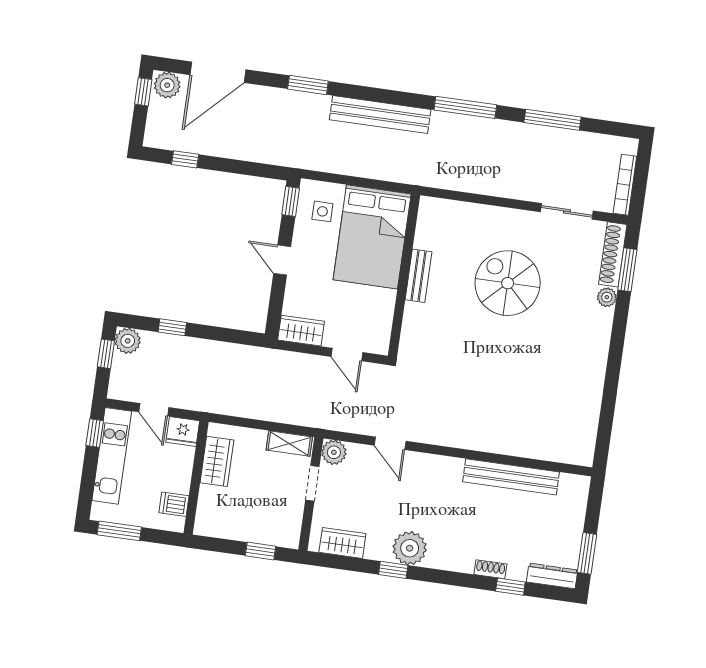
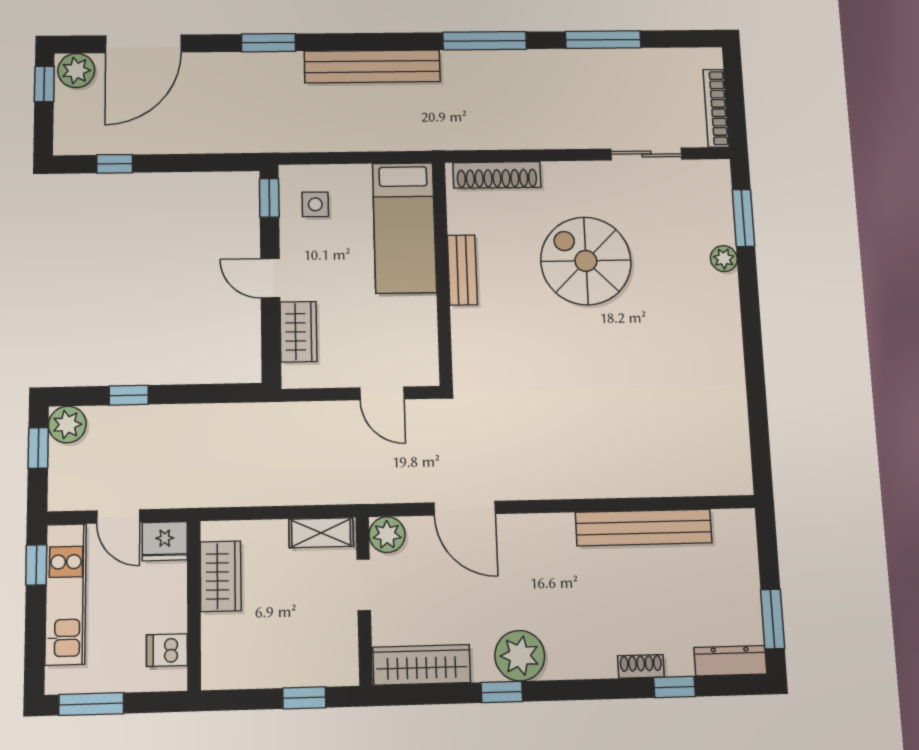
bed: (372, 237) -> (404, 228), width x0.67
shoe rack: (613, 254) -> (497, 175), moved, turned -90
wardrobe: (301, 331) -> (298, 332), moved, turned 90
door: (390, 443) -> (465, 508), width x1.38
wardrobe: (342, 543) -> (422, 665), width x1.50

